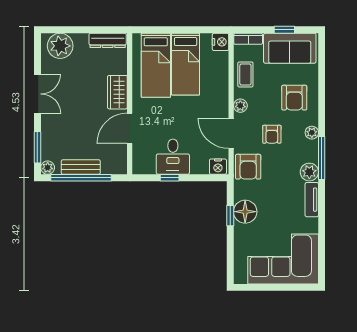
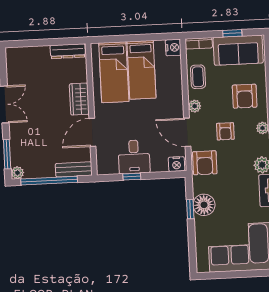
plant: (60, 46) -> (24, 58), removed
bench: (81, 167) -> (74, 169), moved

